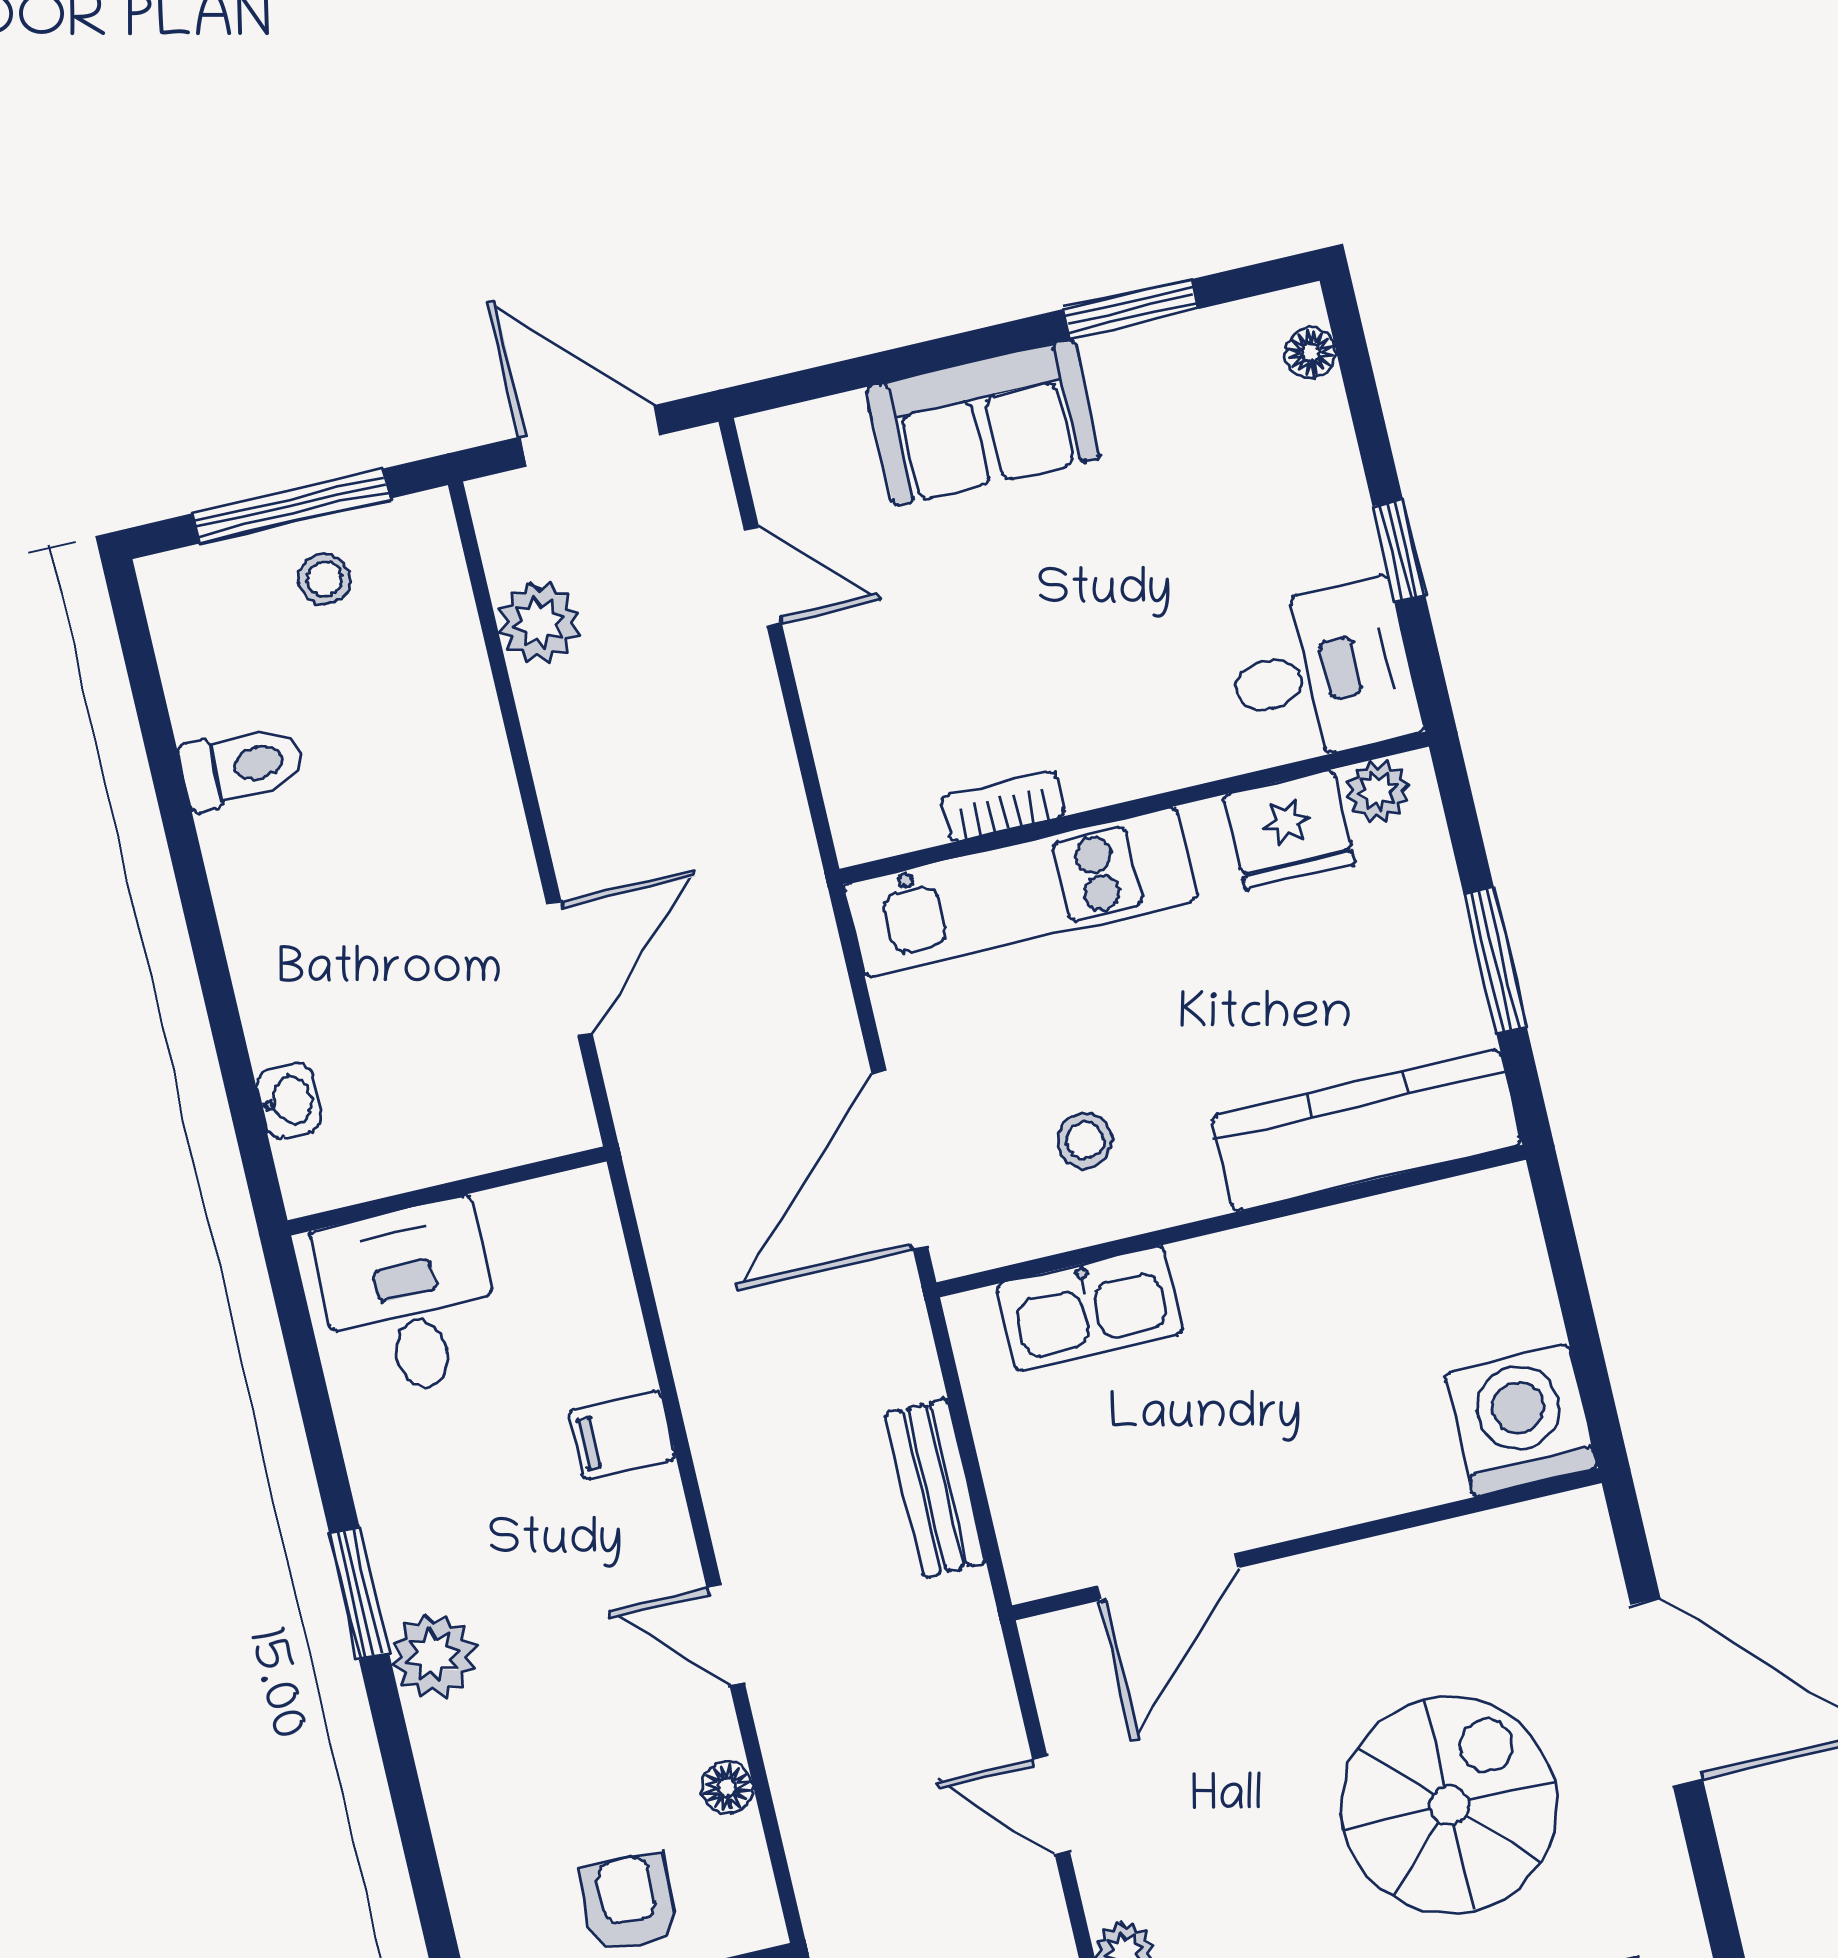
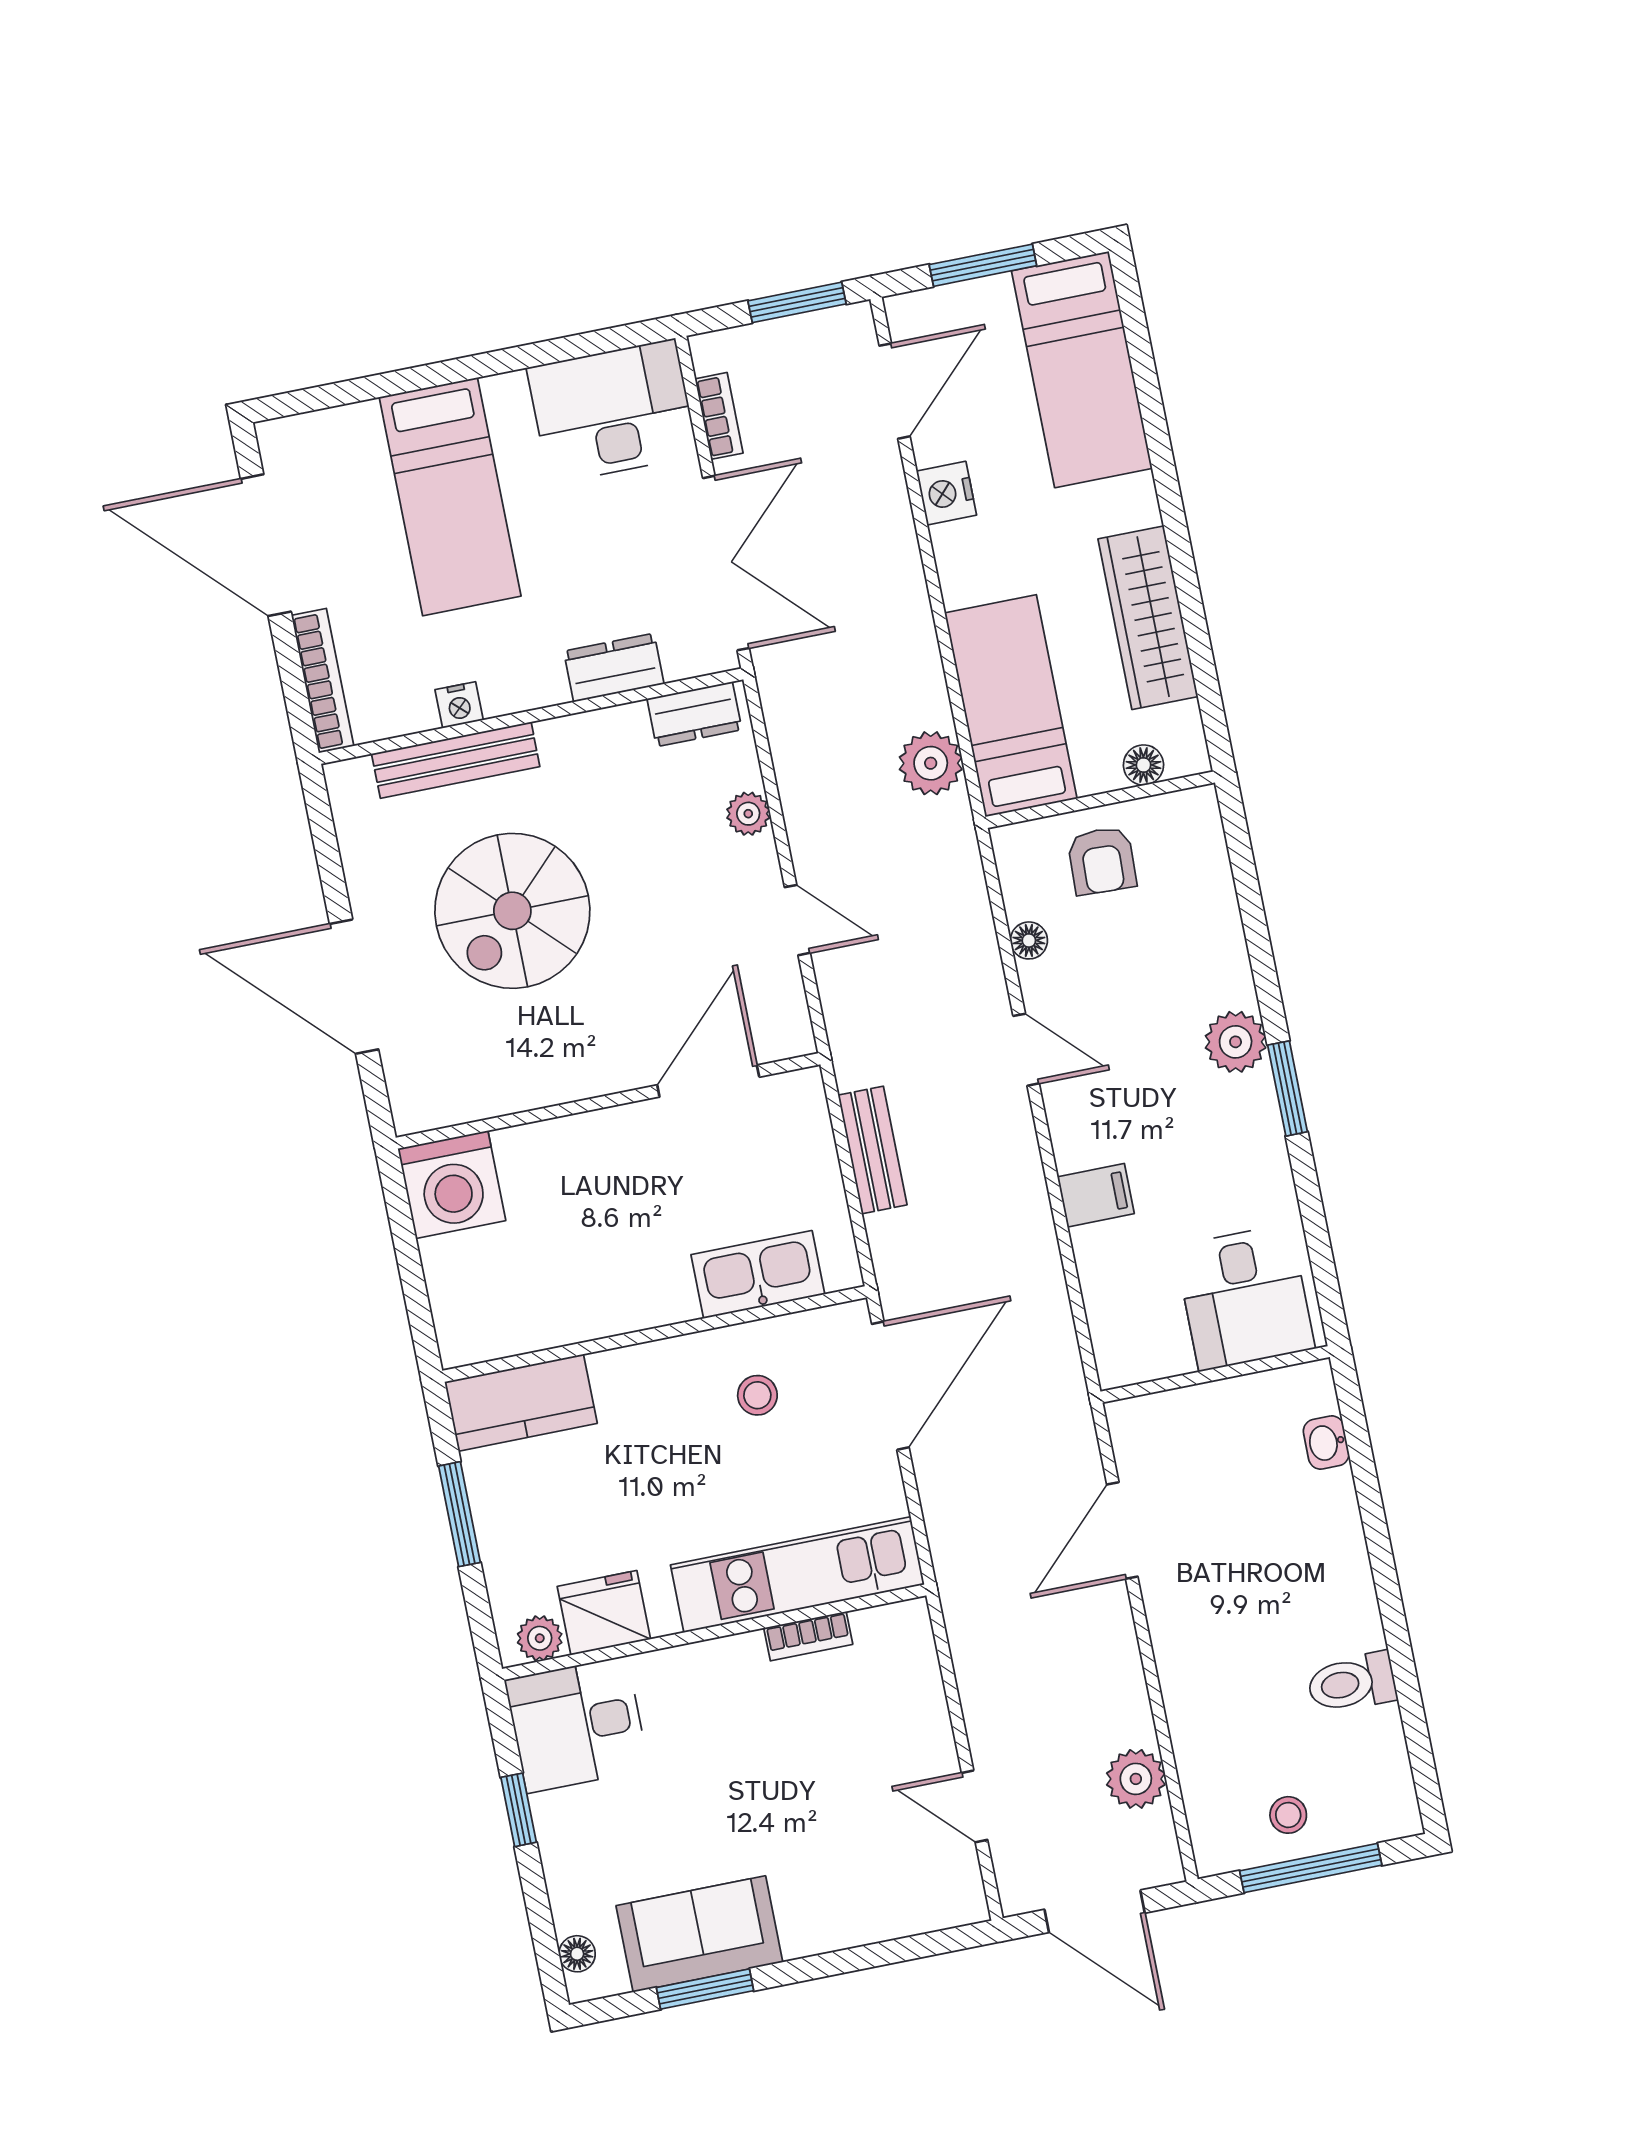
sofa: (983, 423) -> (699, 1934), moved
kitchen counter: (1367, 1131) -> (521, 1403), width x0.67

